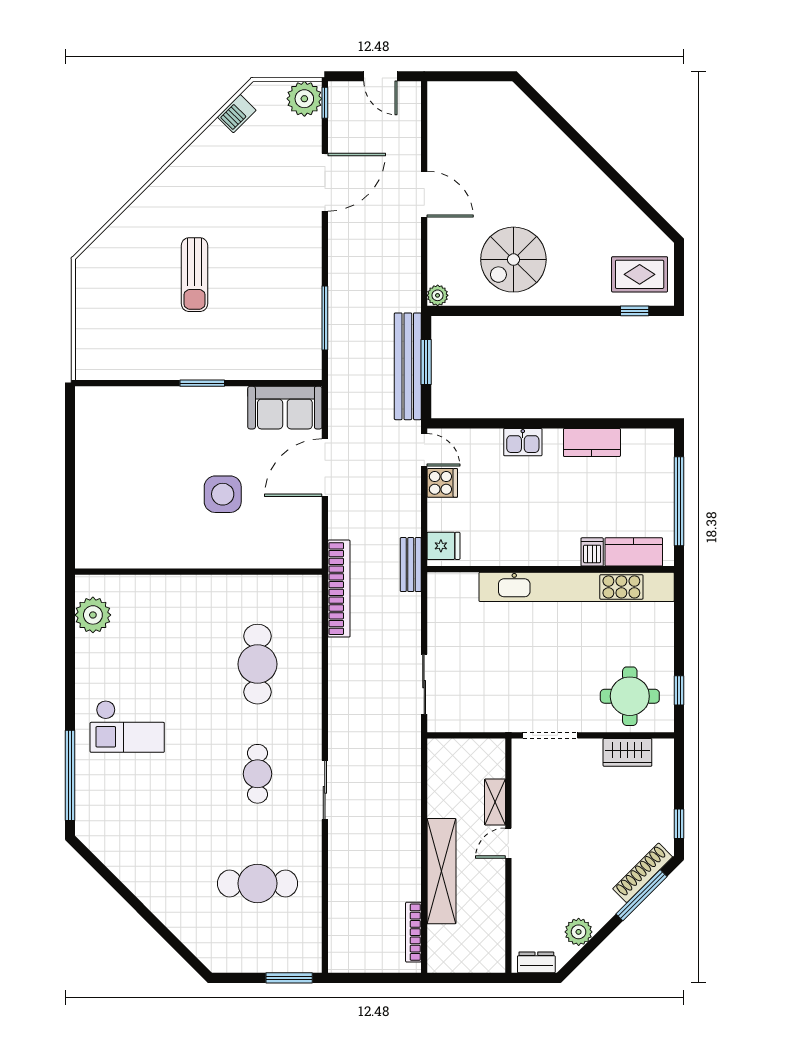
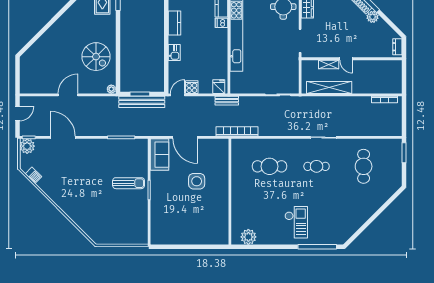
sun lounger: (194, 275) -> (129, 183), moved
shelving: (441, 871) -> (329, 87), moved
plant: (579, 932) -> (373, 17), moved

